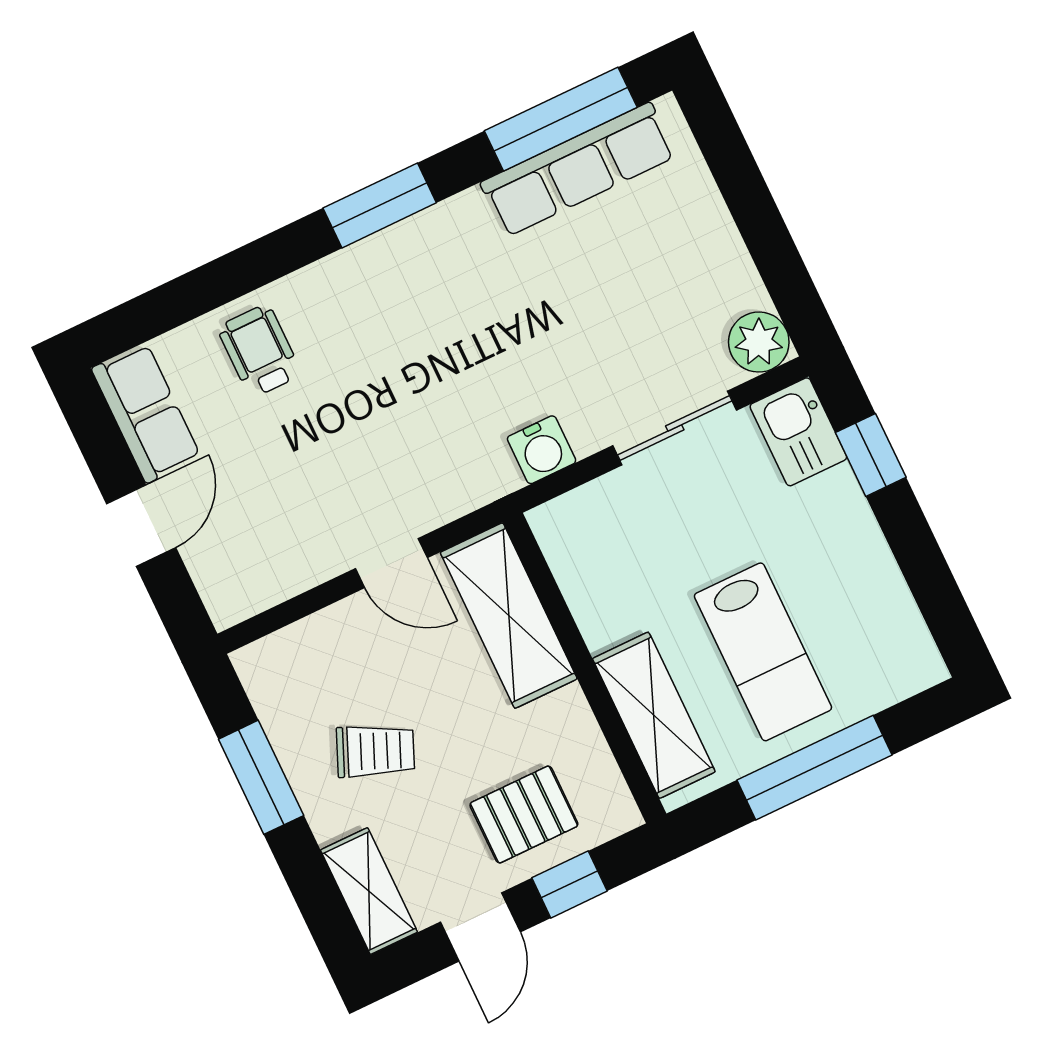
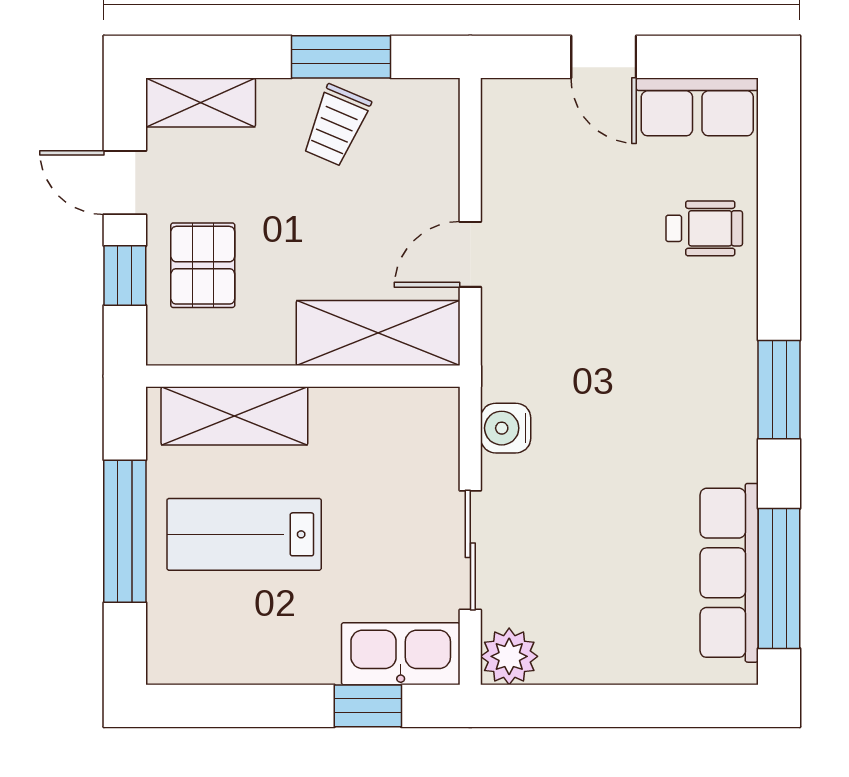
kitchen sink: (798, 432) -> (401, 654), width x1.38
trolley: (375, 751) -> (336, 125), moved

